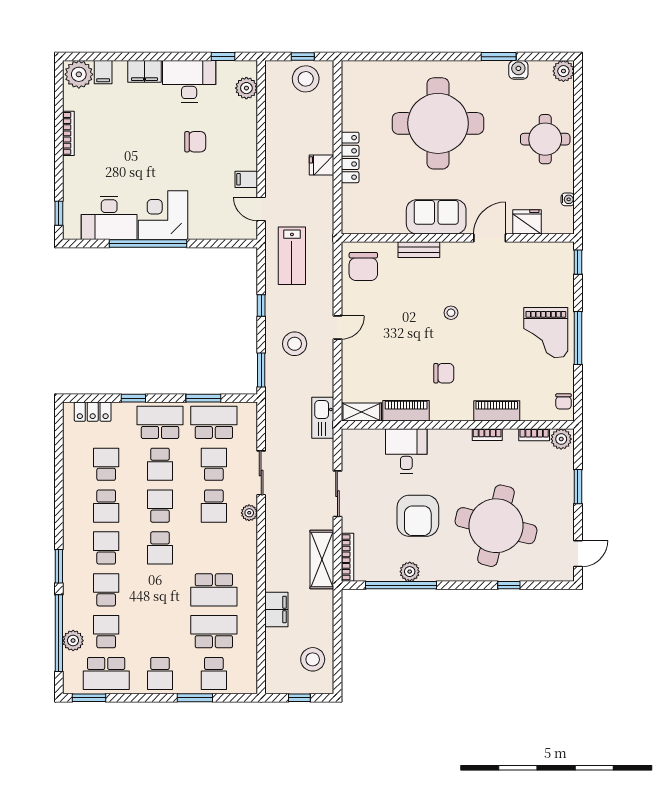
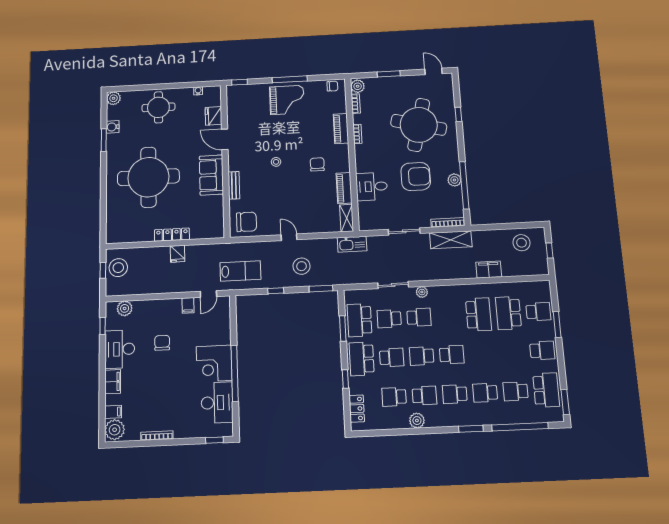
plant: (73, 641) -> (417, 421), moved

